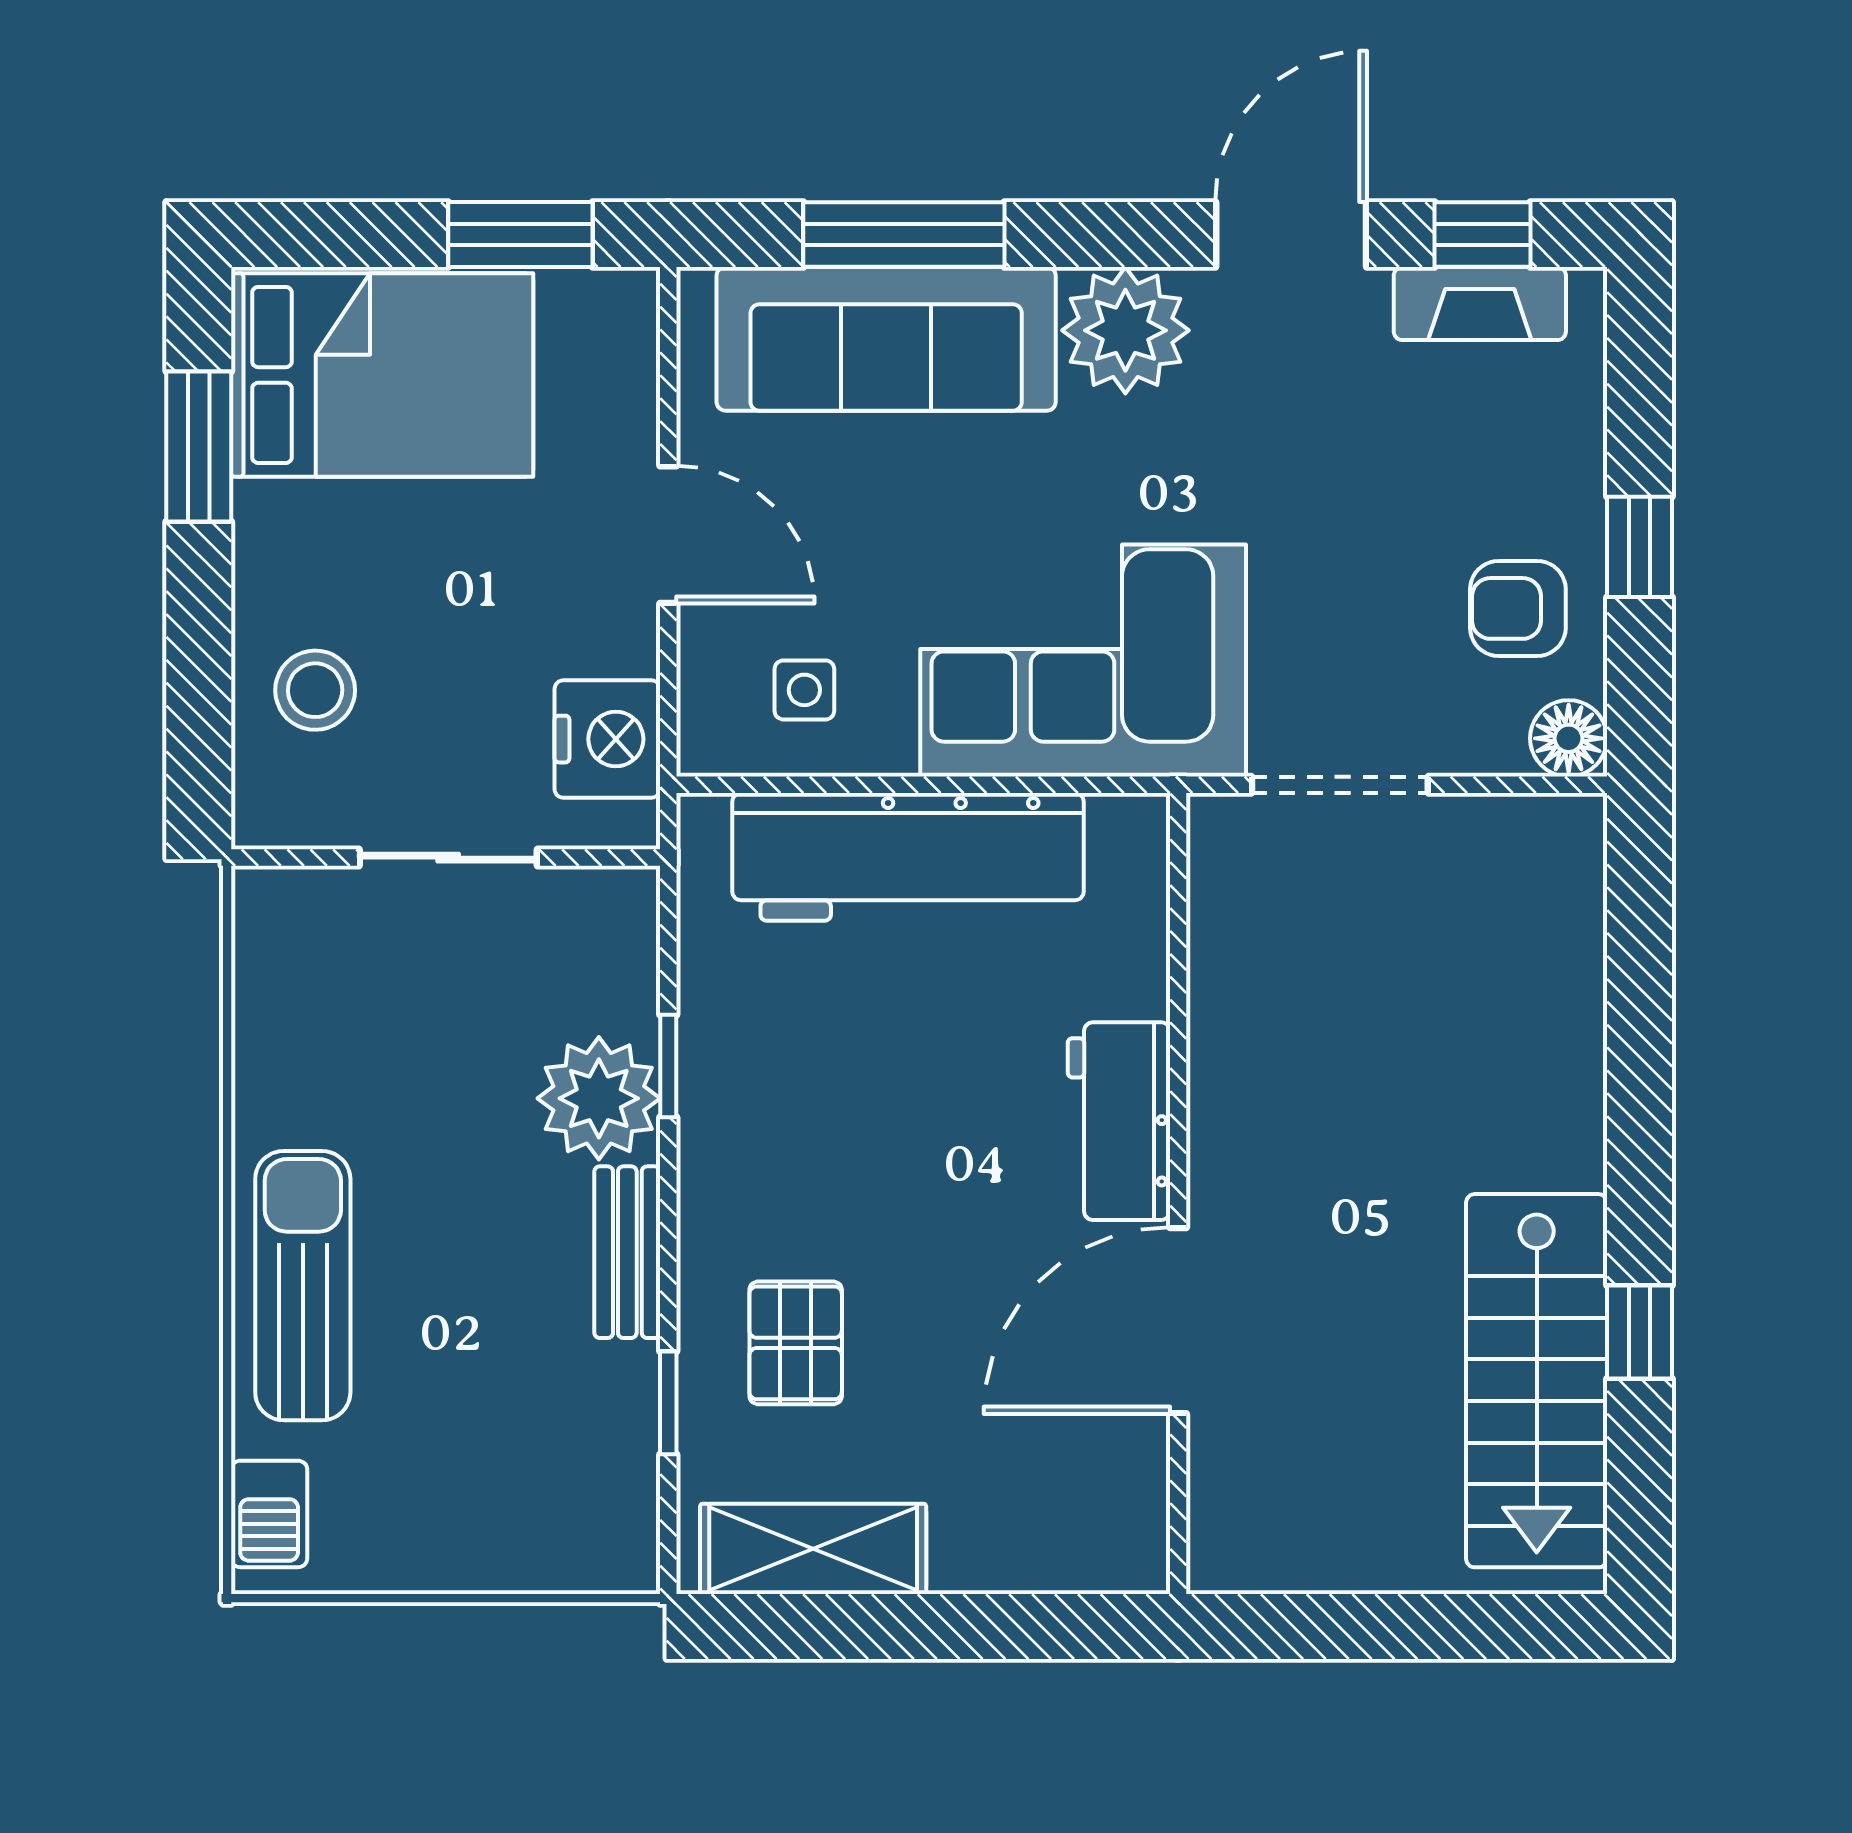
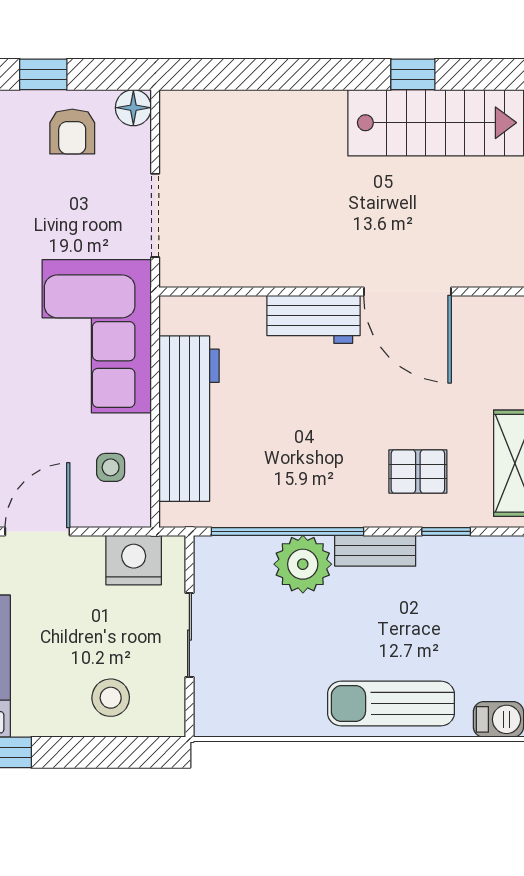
window: (668, 1066) -> (288, 531), width x3.17

